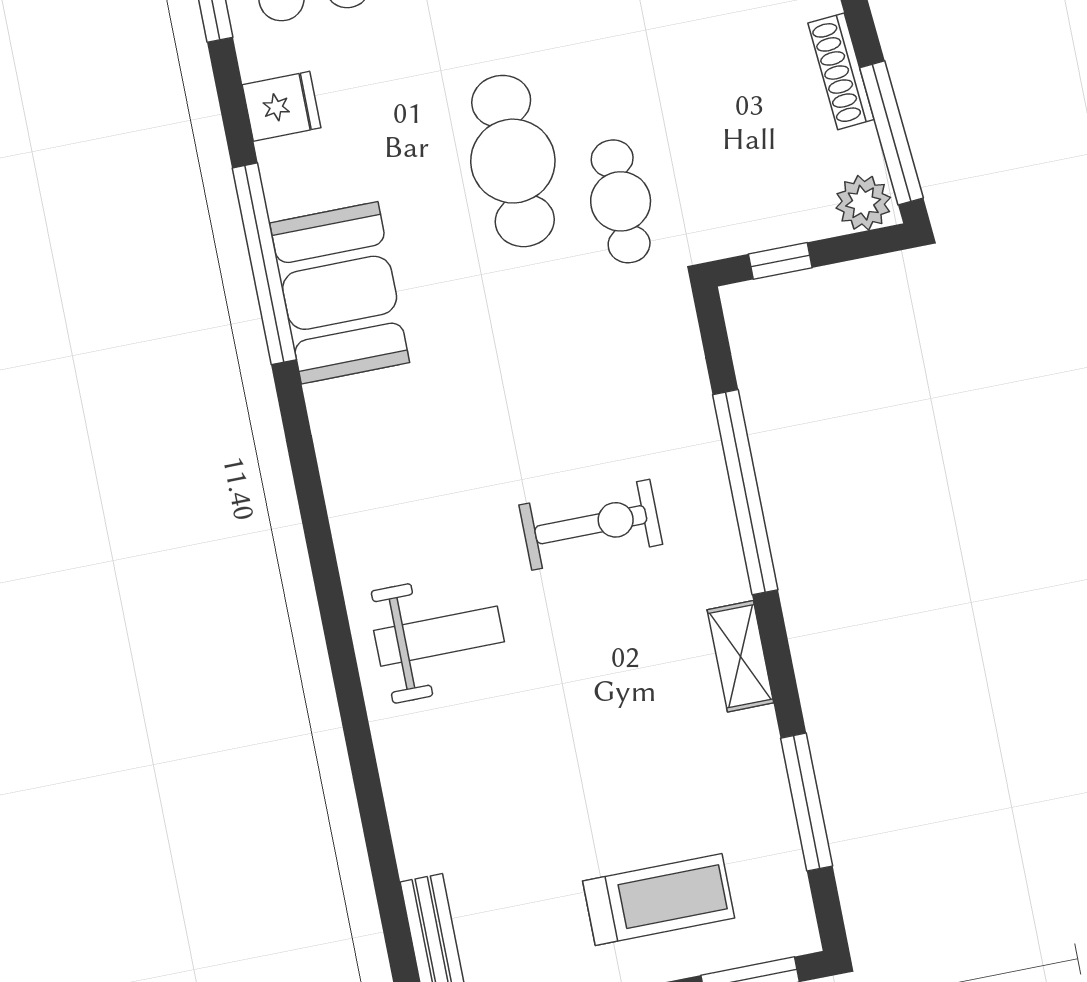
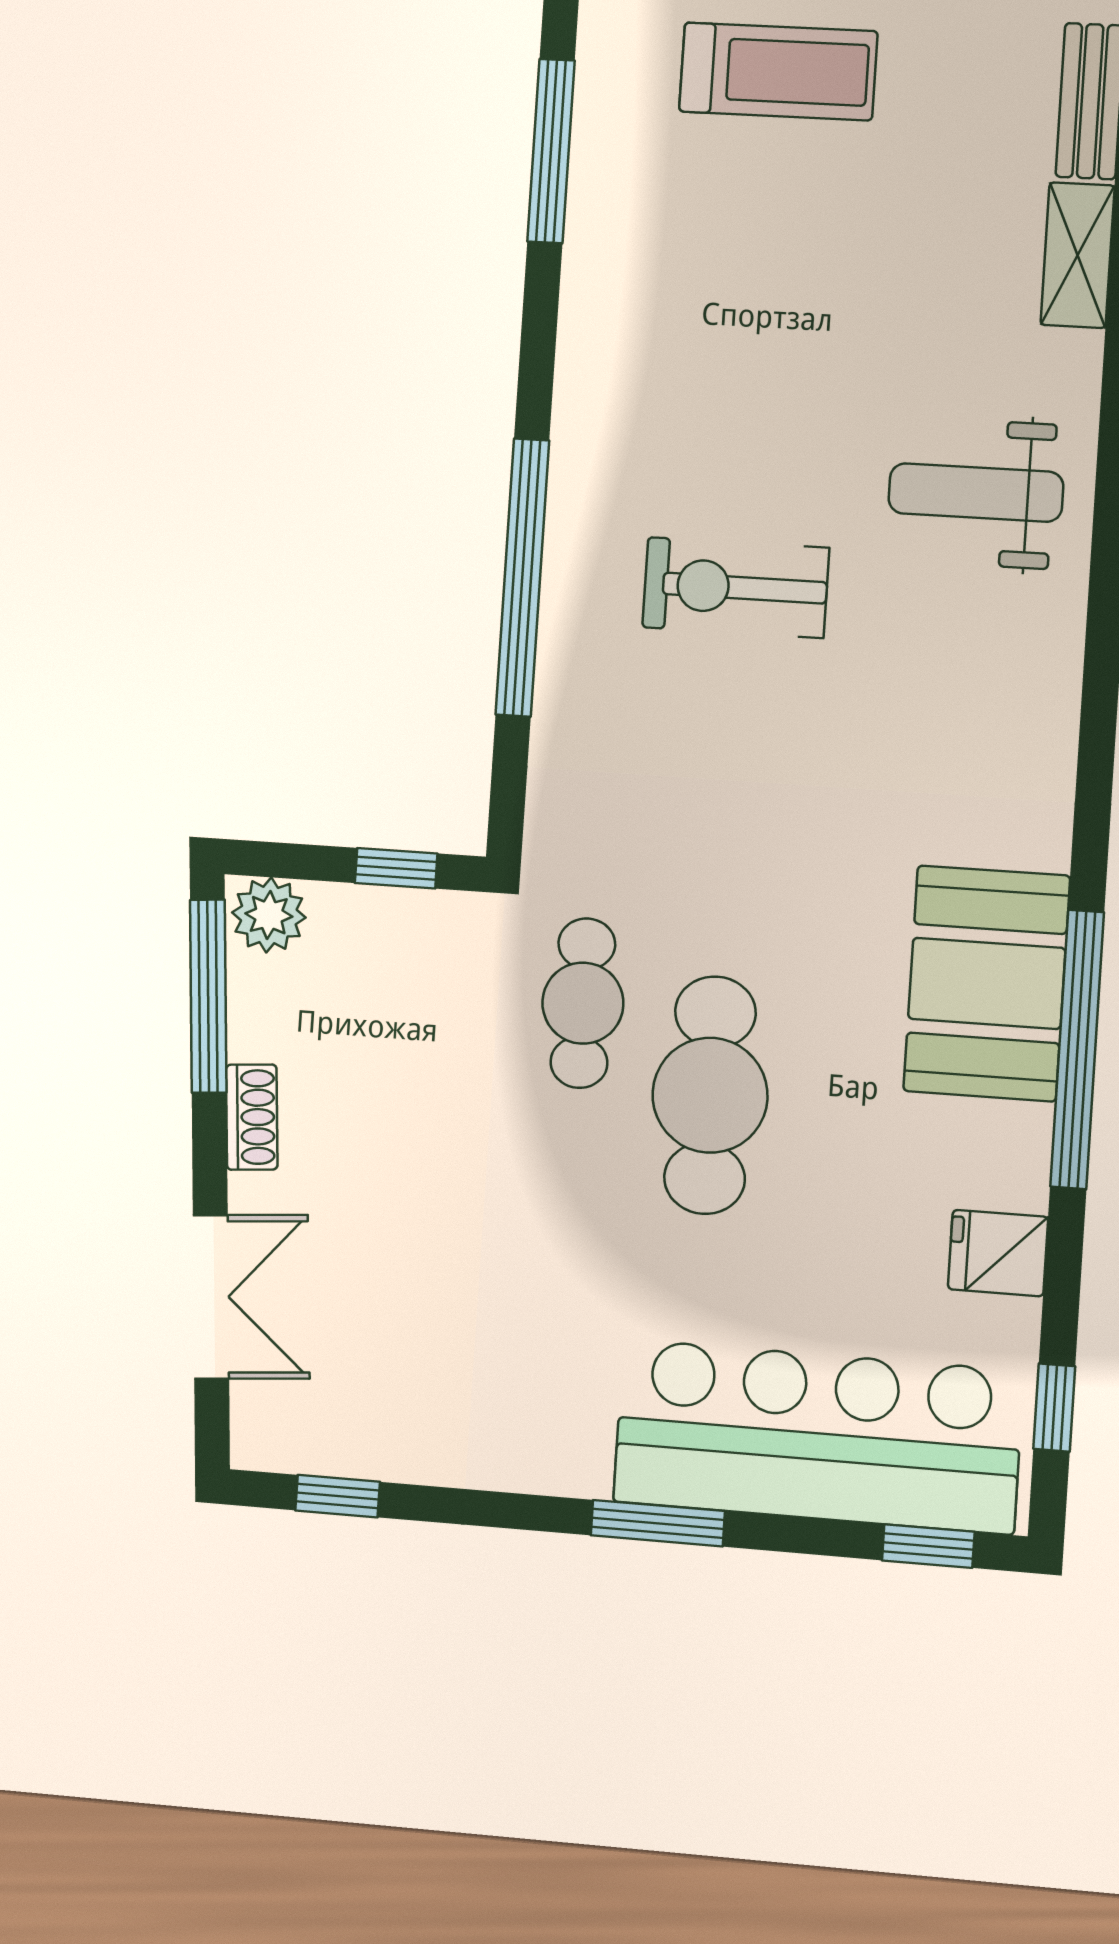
shoe rack: (841, 71) -> (252, 1117), width x0.70
shelving: (740, 656) -> (1078, 255), moved
treadmill: (659, 899) -> (778, 71), turned 180

